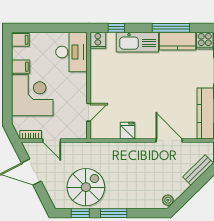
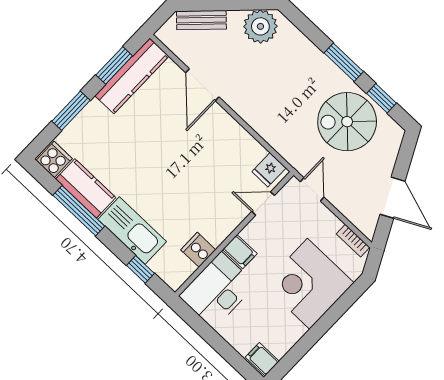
cooker: (98, 40) -> (198, 250), moved, turned -90
filing cabinet: (21, 67) -> (240, 252), moved, turned 180
fridge: (127, 131) -> (269, 170), moved
door: (52, 140) -> (312, 189), moved
plant: (168, 200) -> (260, 26), width x1.88, depth x1.88

